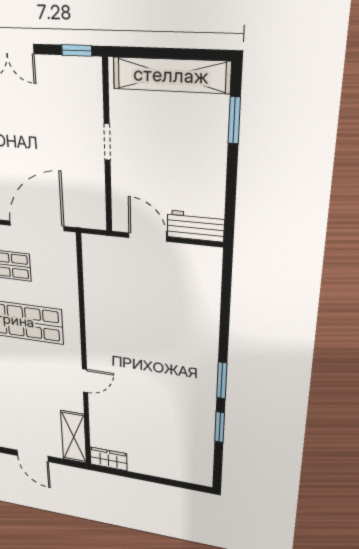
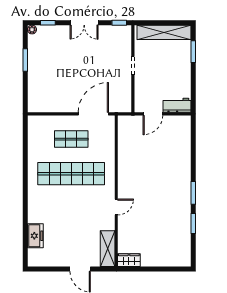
door: (148, 237) -> (153, 114), swing flipped

